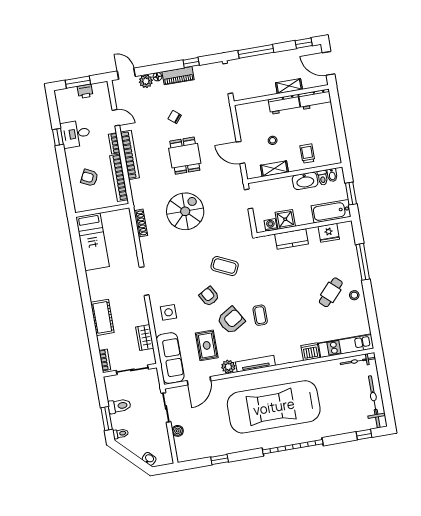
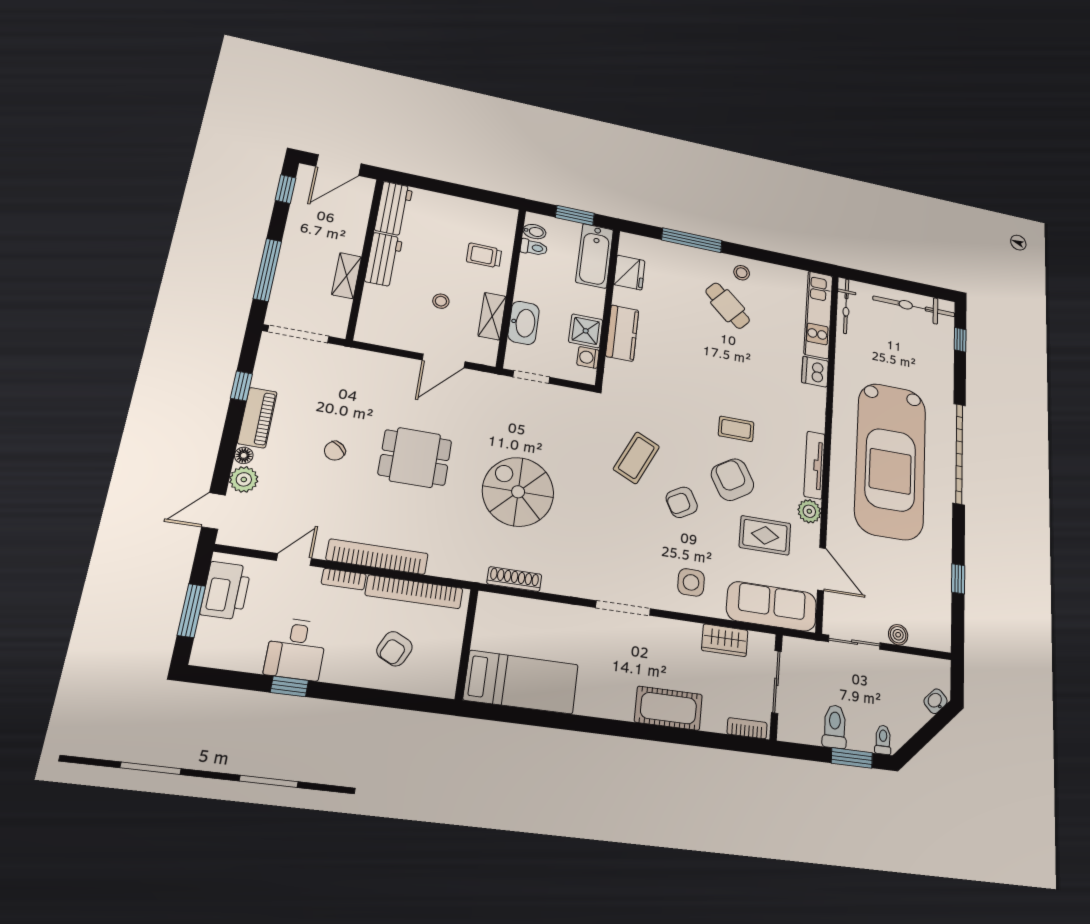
shelving: (289, 86) -> (347, 276), moved
printer: (85, 91) -> (226, 590), width x1.87, depth x1.48
washbasin: (305, 181) -> (524, 323), moved

